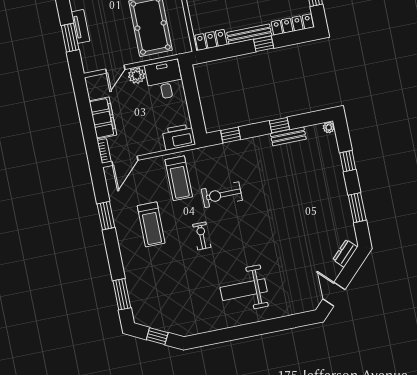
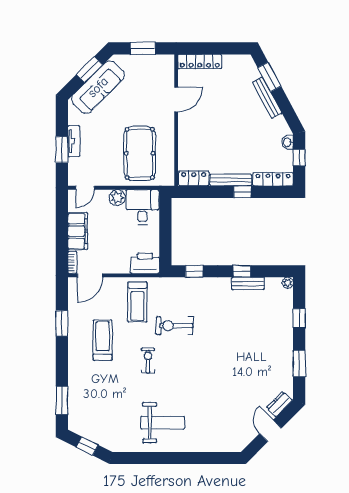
door: (115, 69) -> (85, 188), moved
treadmill: (151, 224) -> (103, 340), turned 180
weight bench: (244, 290) -> (163, 423), moved, turned 180
door: (334, 294) -> (270, 431), moved

